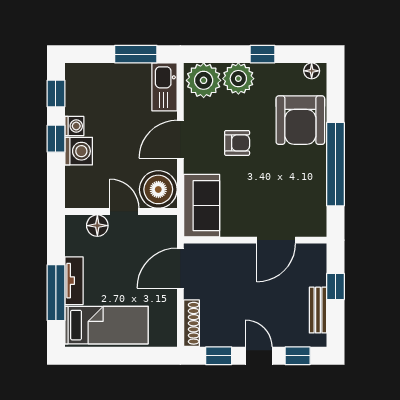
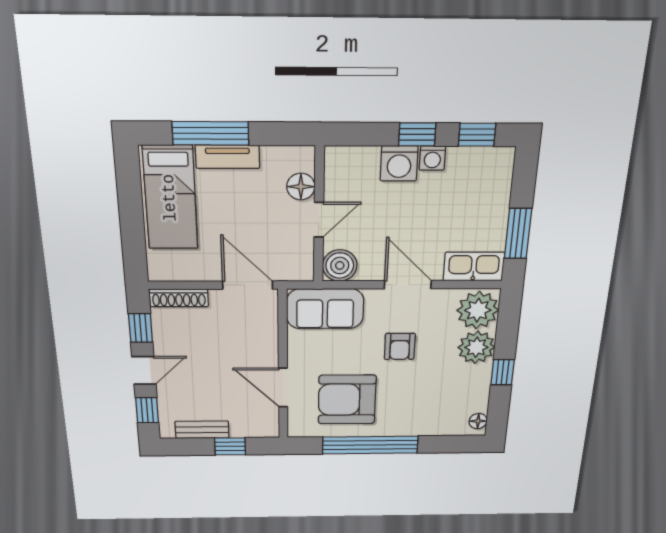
armchair: (300, 120) -> (347, 400), moved
boiler: (158, 189) -> (340, 265), width x0.73, depth x0.73

